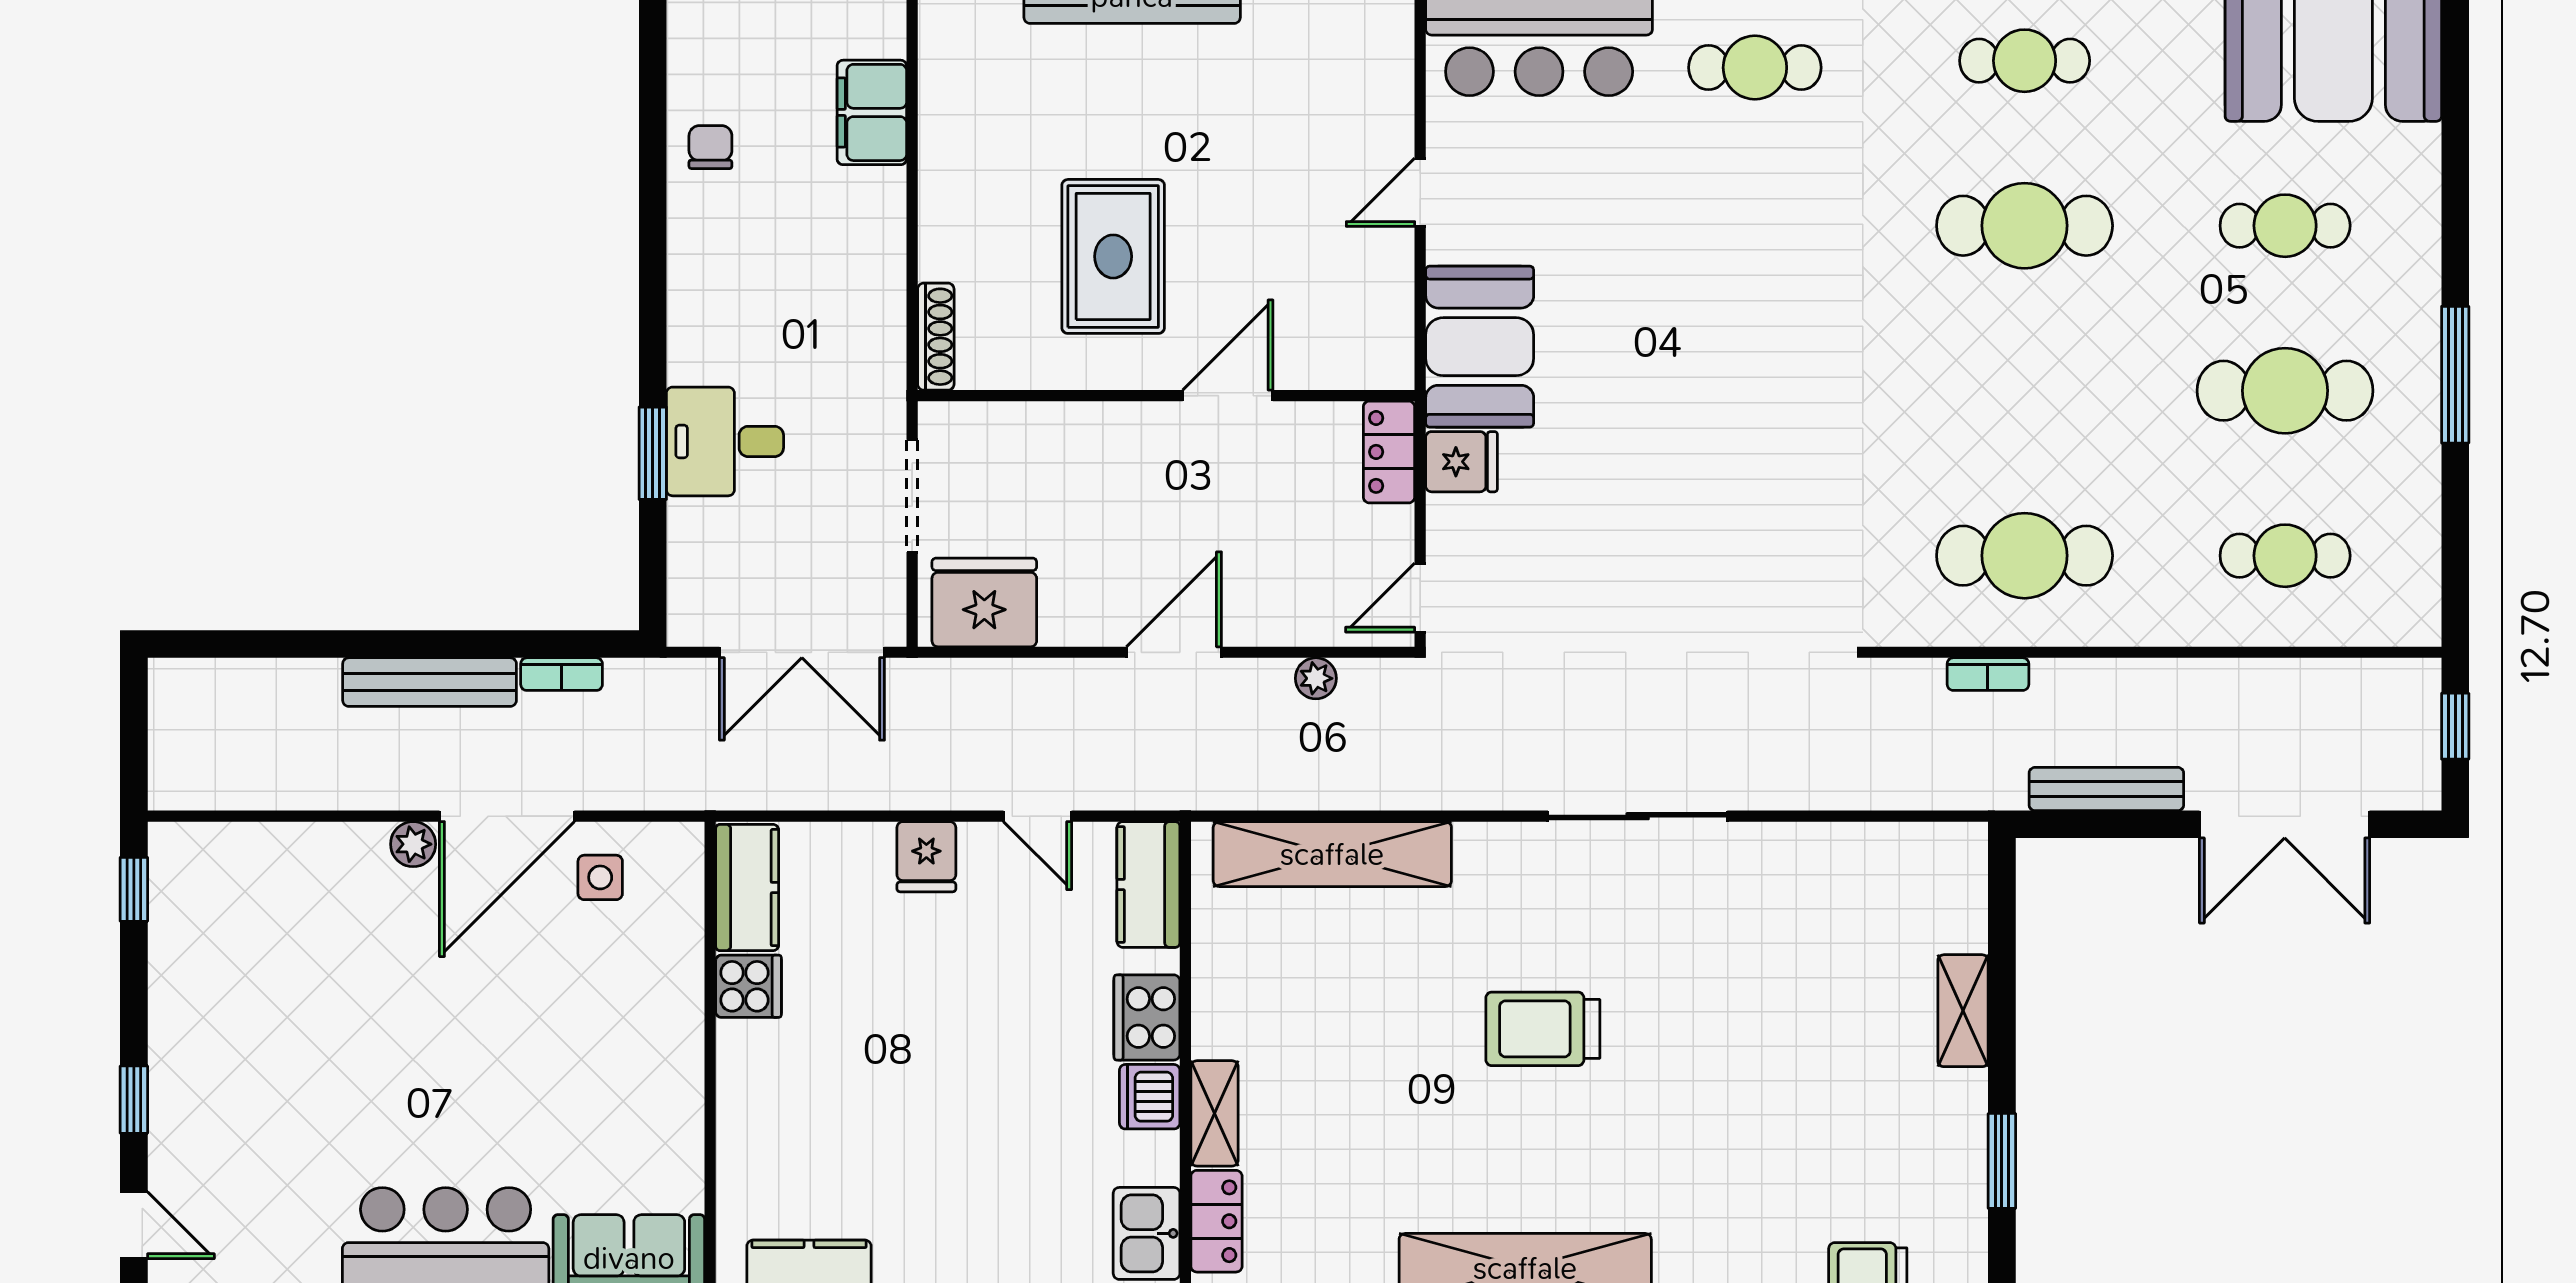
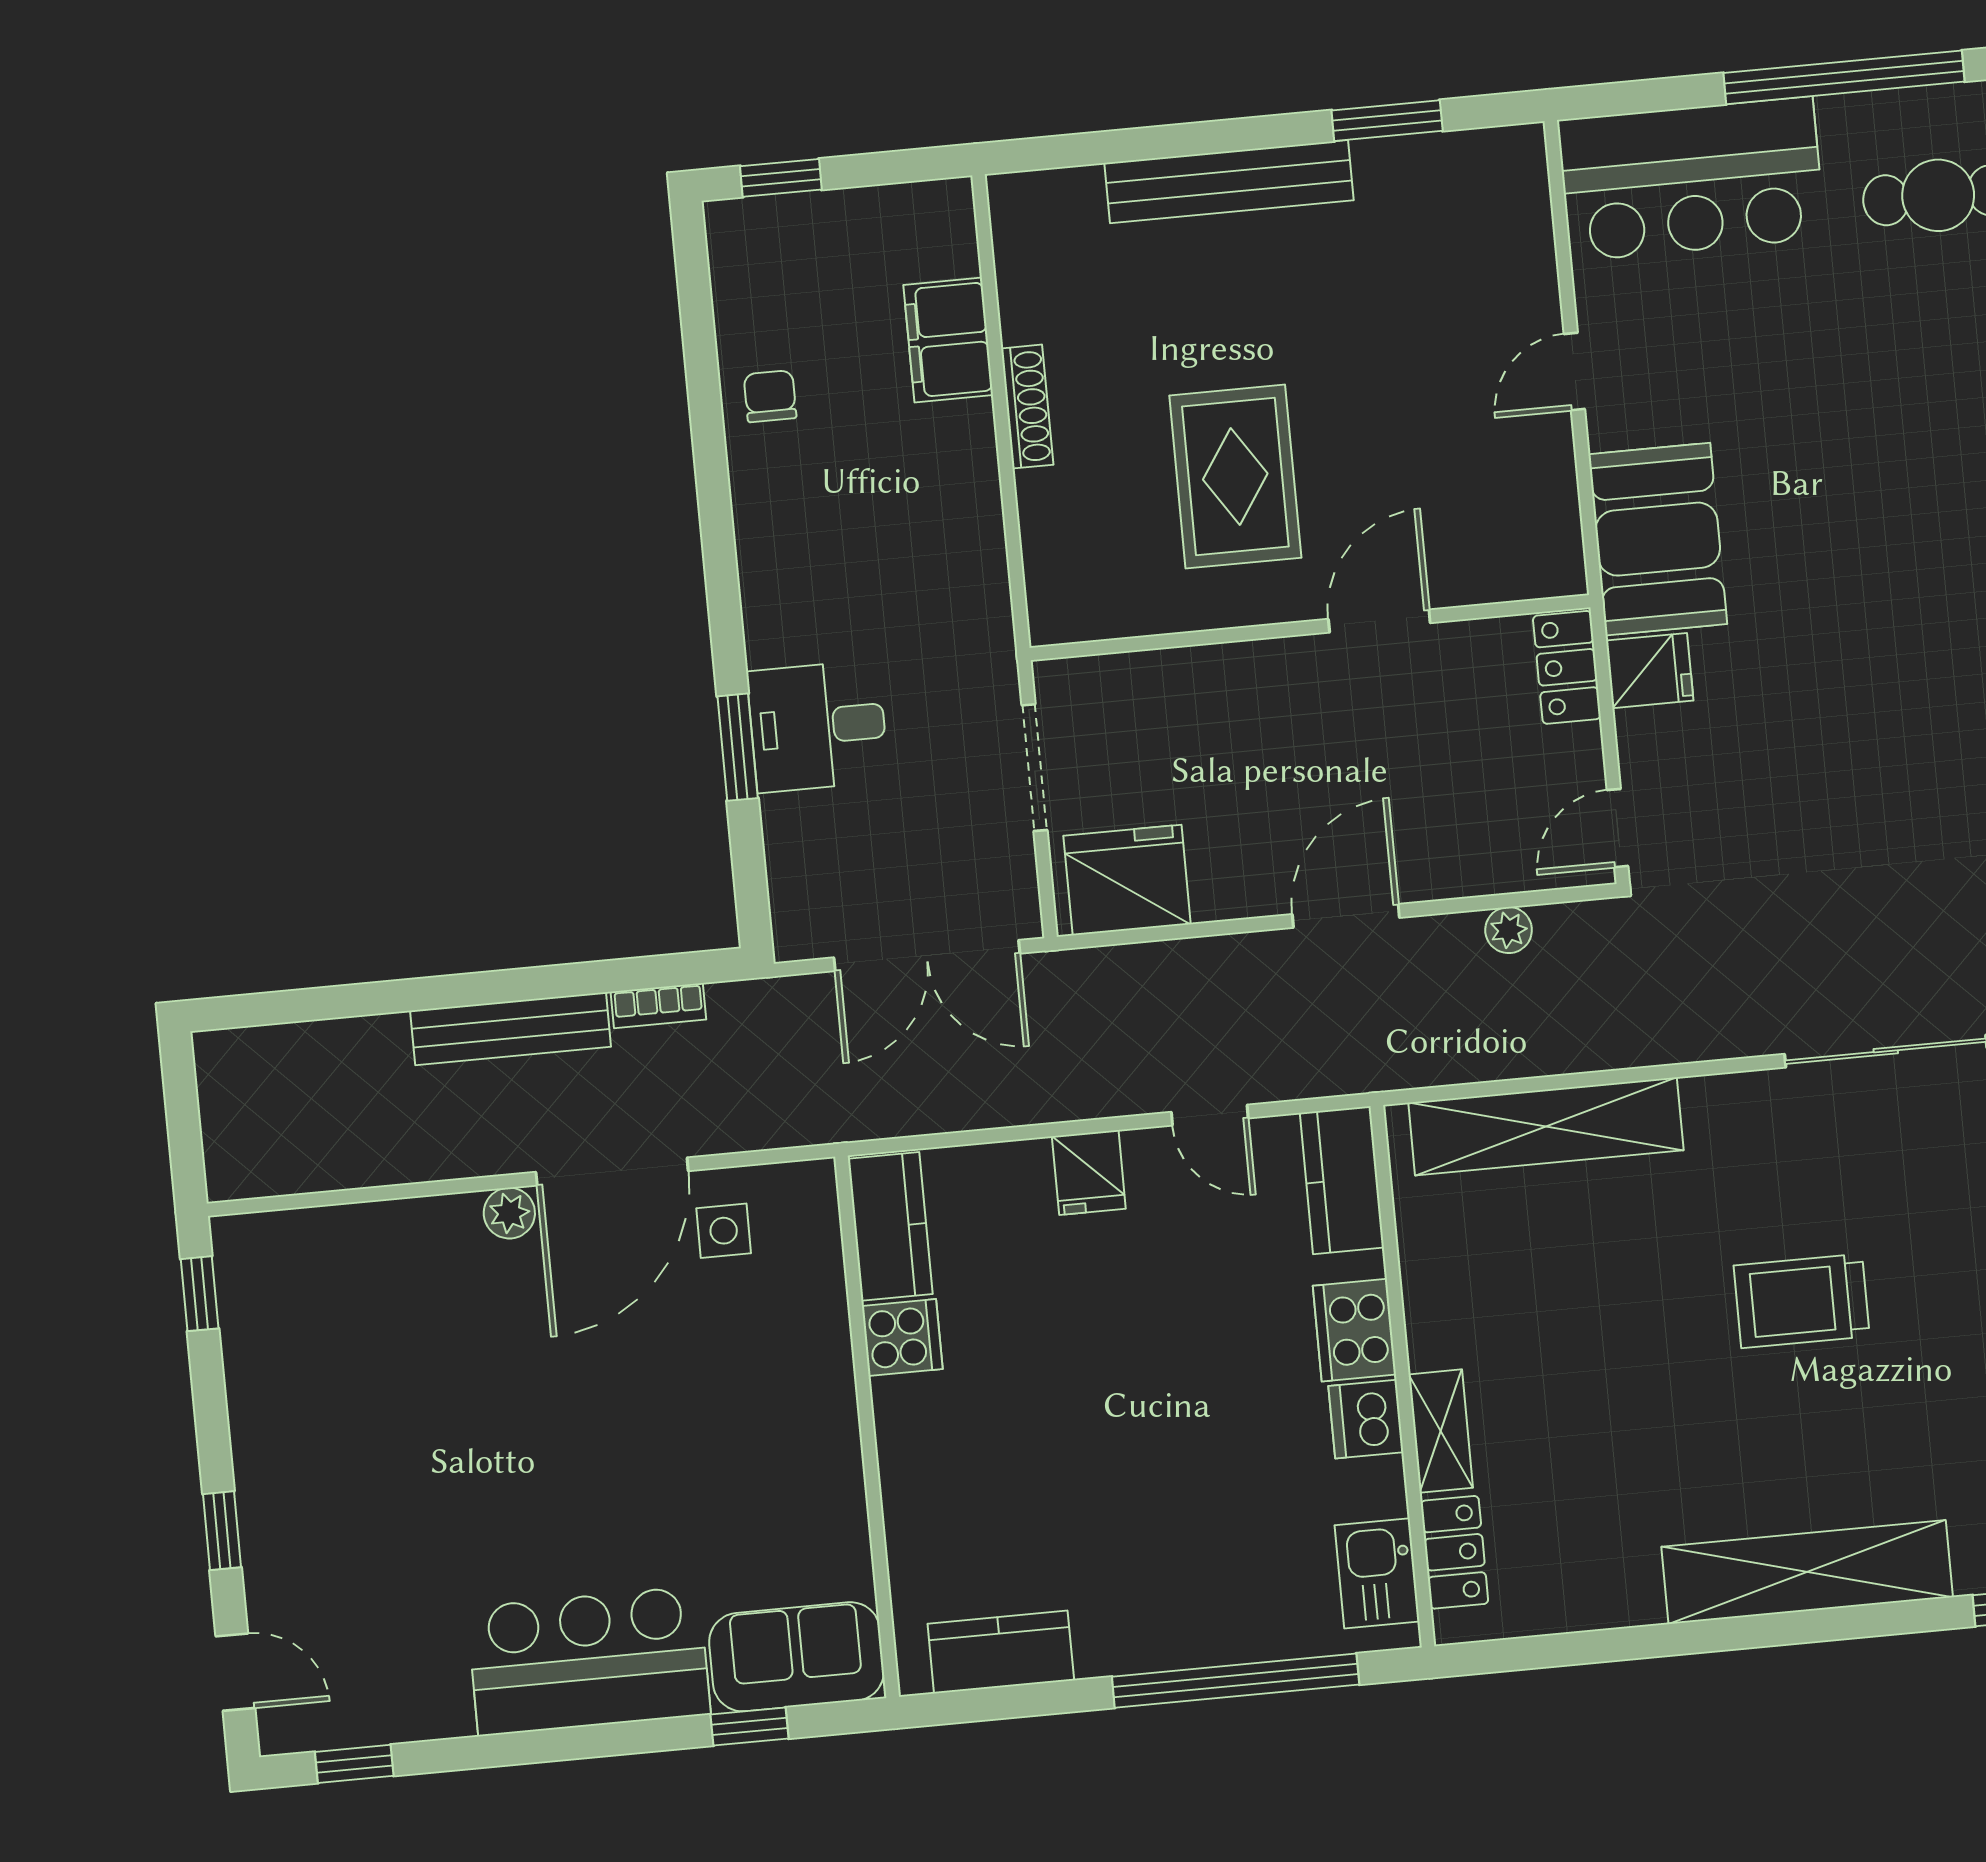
shoe rack: (936, 337) -> (1027, 407), moved

